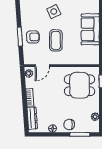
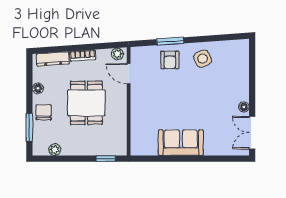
side table: (54, 12) -> (203, 59), moved
coffee table: (56, 40) -> (165, 93), removed
dining table: (80, 85) -> (86, 103), moved

